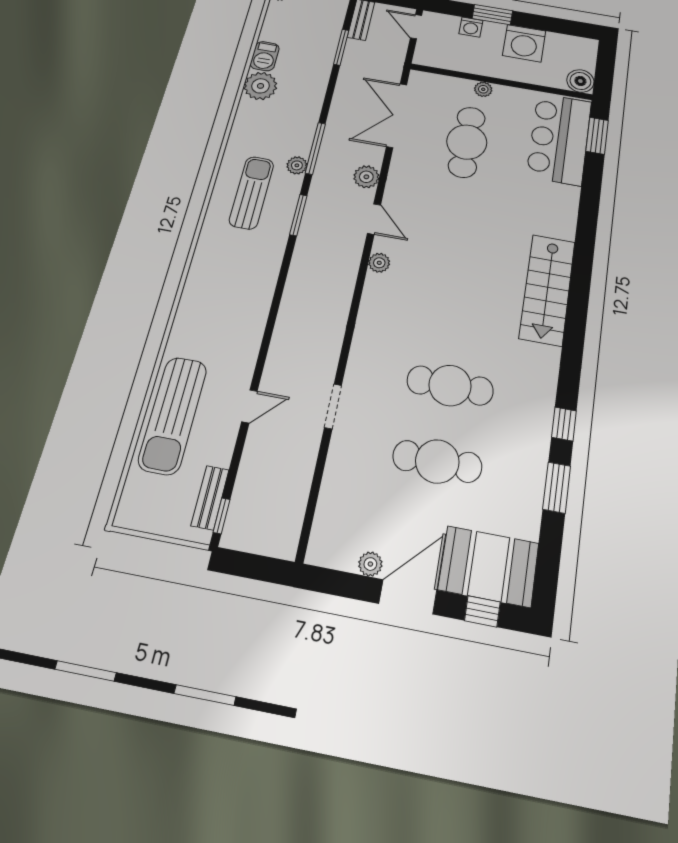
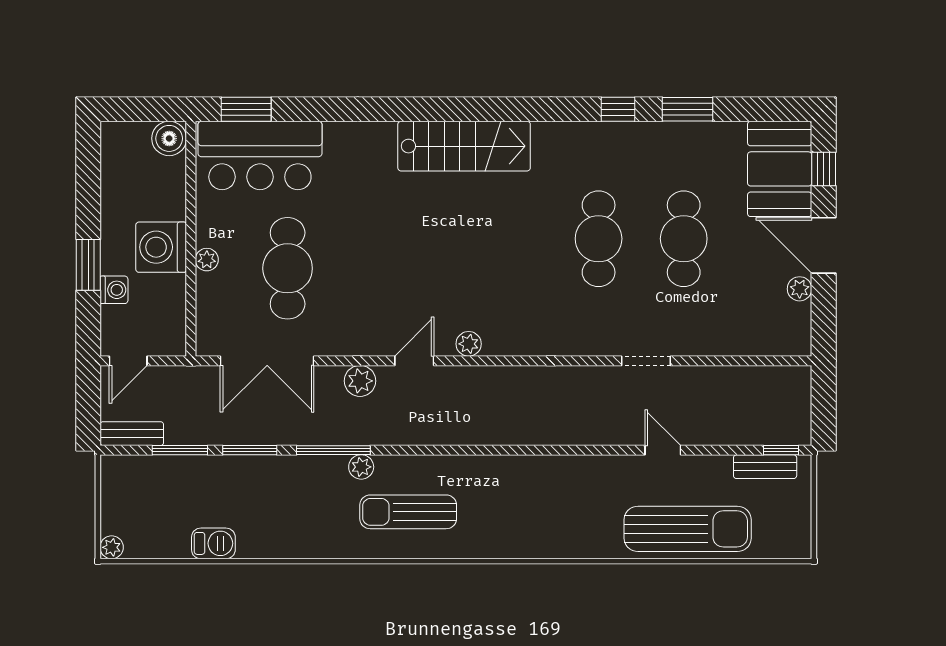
washing machine: (524, 43) -> (161, 247), moved, turned 180
plant: (260, 86) -> (259, 538), removed
cafe table: (467, 142) -> (288, 268), turned 90
window: (298, 215) -> (250, 450), moved

